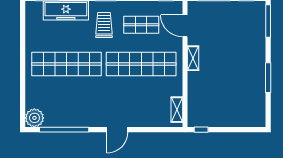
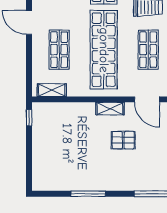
door: (185, 26) -> (147, 99), swing flipped
pallet: (221, 47) -> (123, 140), added
shop shelf: (141, 103) -> (59, 50), added

